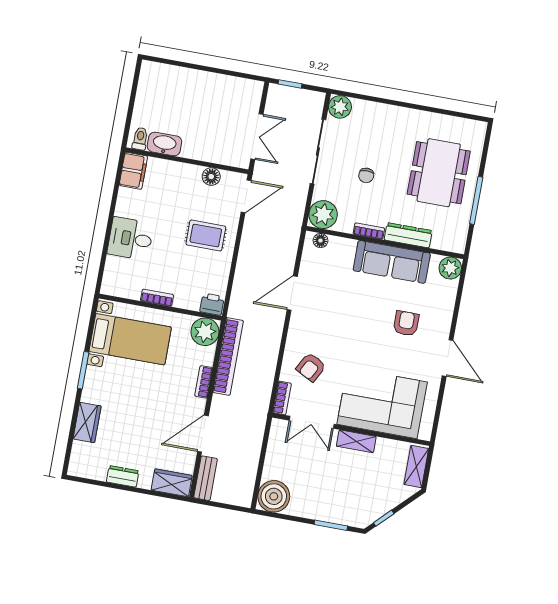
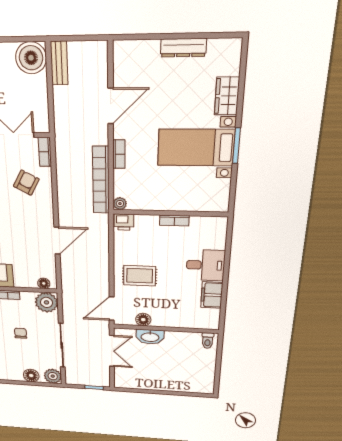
floor lamp: (368, 111) -> (31, 376), added
double door: (257, 137) -> (112, 351), swing flipped
washbasin: (164, 144) -> (150, 337), moved
filing cabinet: (133, 171) -> (212, 295), moved
plant: (205, 332) -> (120, 204), width x0.53, depth x0.53
bed with nightstands: (130, 339) -> (196, 148), moved
dresser: (123, 476) -> (183, 48), width x1.44
bench: (206, 478) -> (59, 63), moved
wardrobe: (172, 483) -> (133, 51), removed

